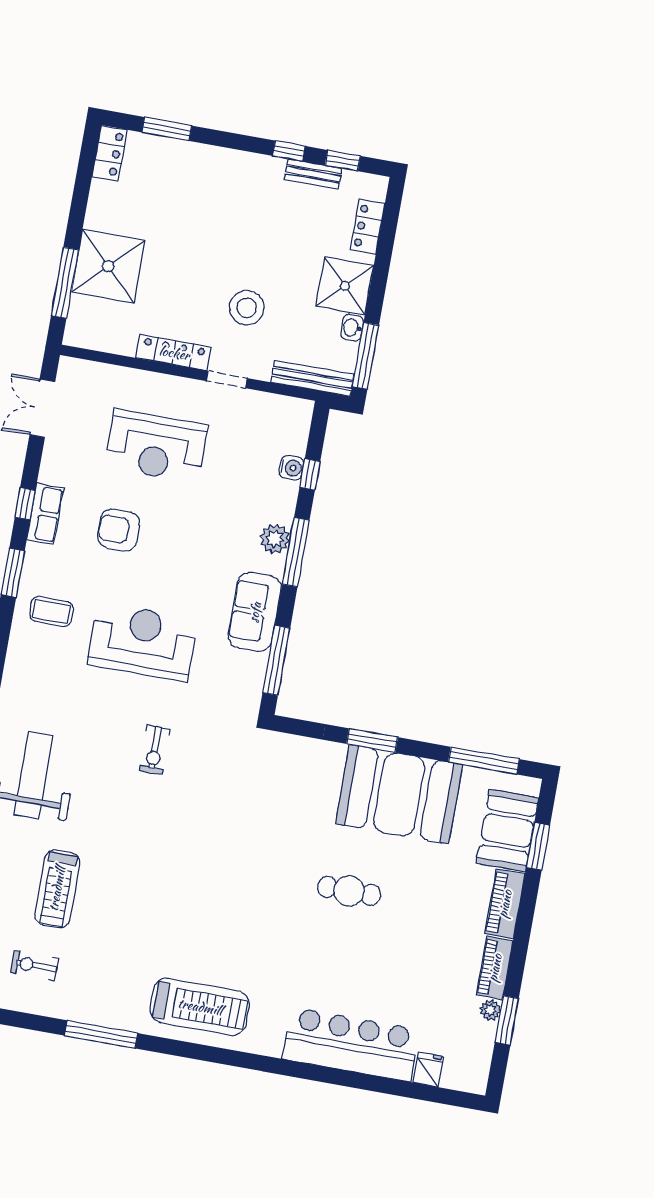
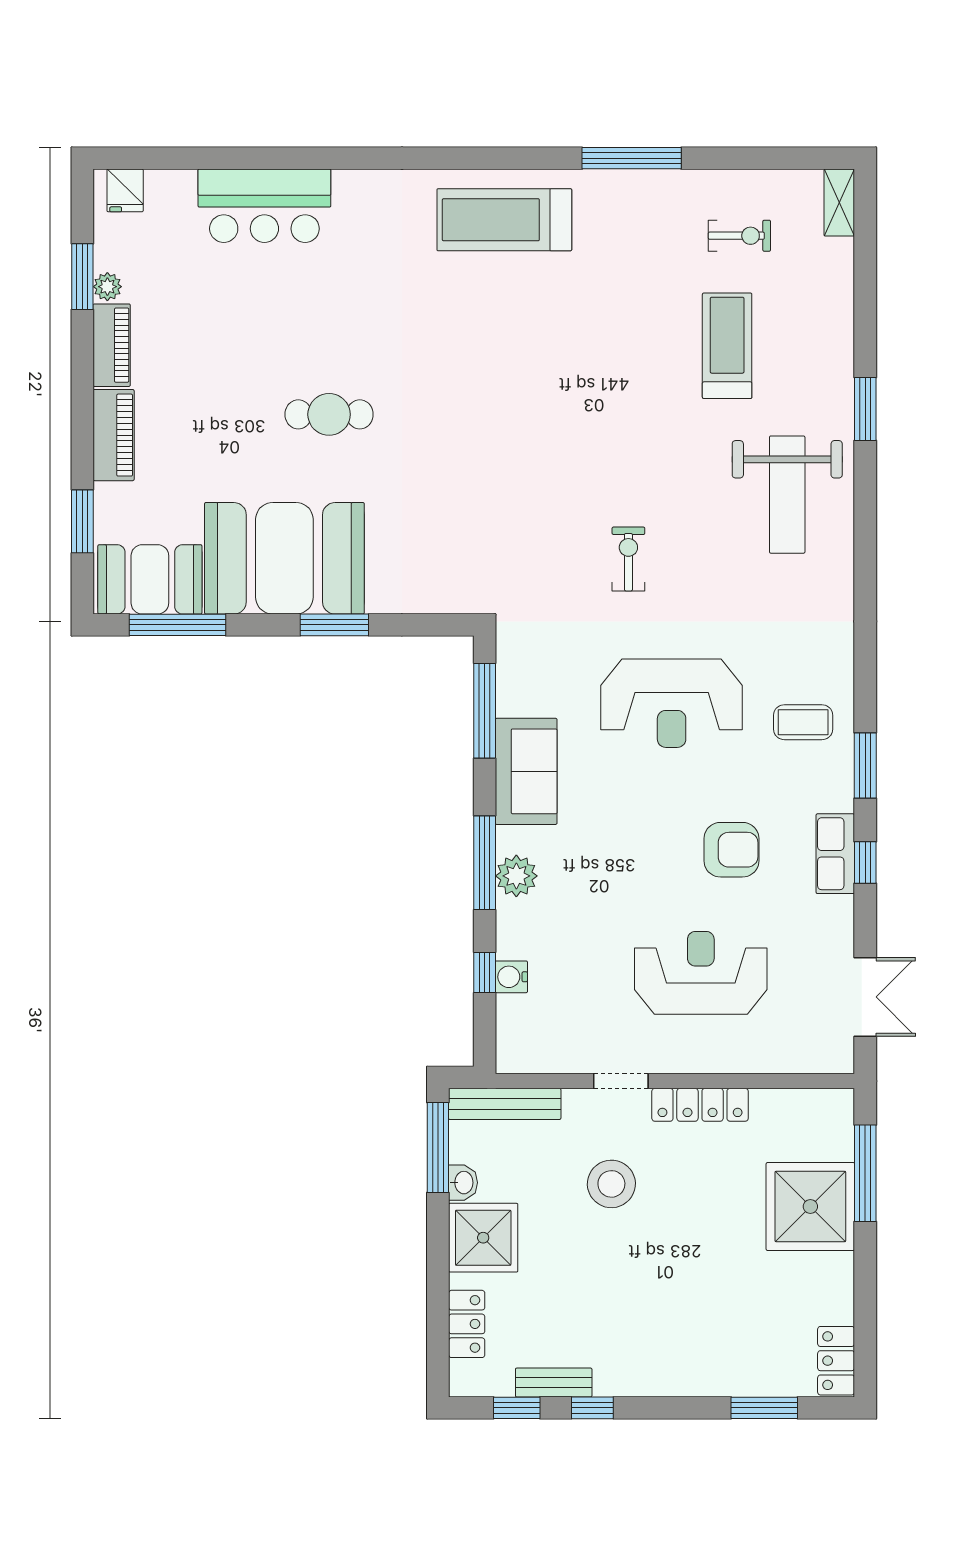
booth: (507, 830) -> (150, 579), moved, turned 90
bar counter: (351, 1044) -> (264, 206), width x0.73
fridge: (428, 1070) -> (125, 190), moved

